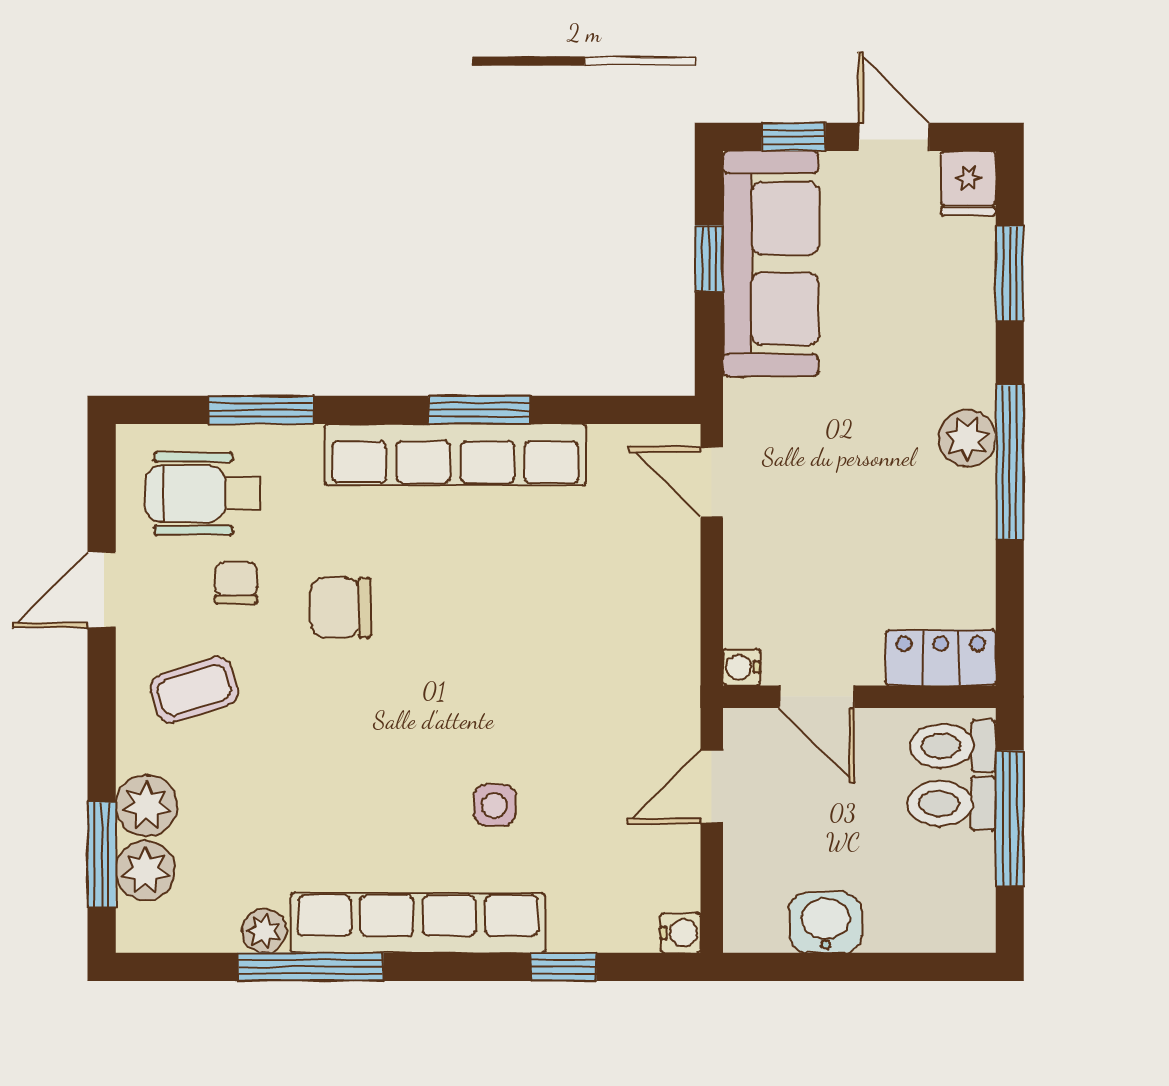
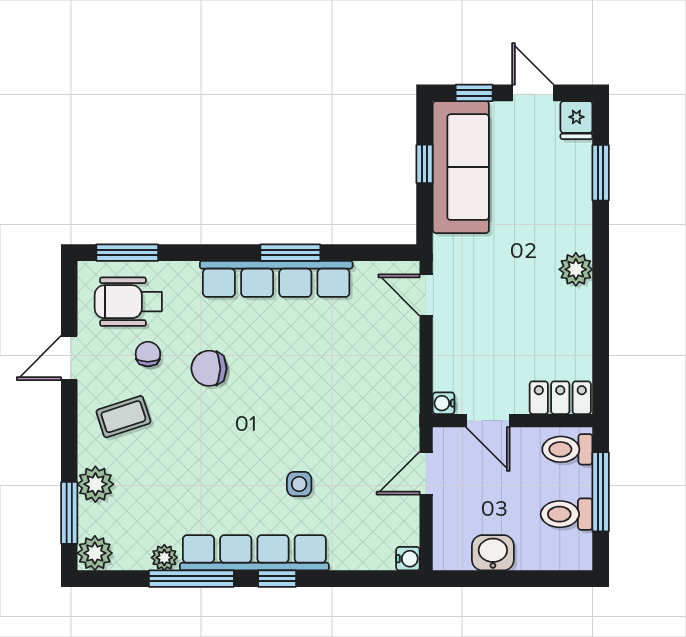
window: (261, 410) -> (127, 253), moved
window: (1010, 462) -> (601, 283), removed
toilet: (951, 803) -> (567, 514), moved
plant: (145, 871) -> (95, 553), moved
window: (564, 967) -> (277, 579), moved

